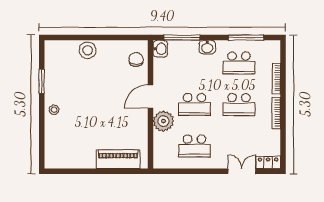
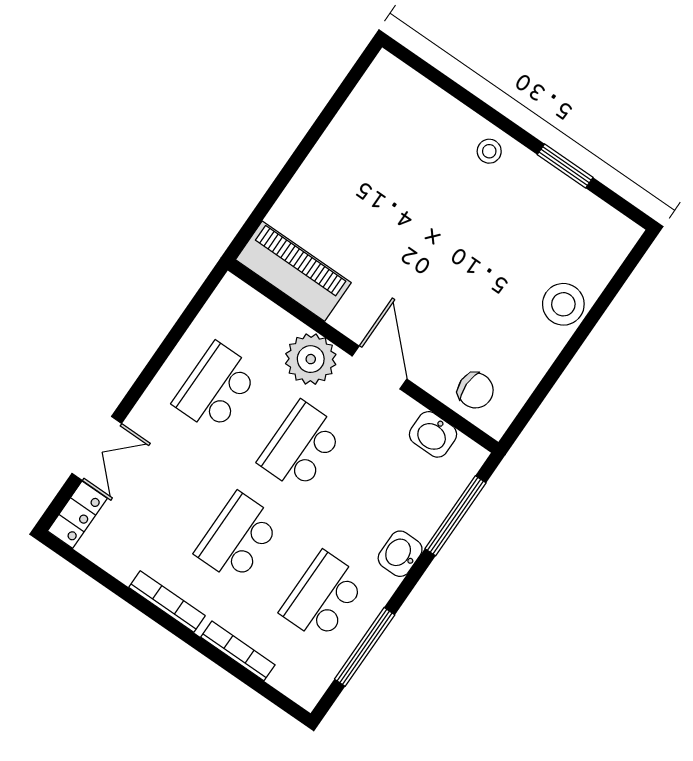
washbasin: (160, 49) -> (433, 434), moved
piano: (118, 159) -> (293, 271), moved, turned -90

